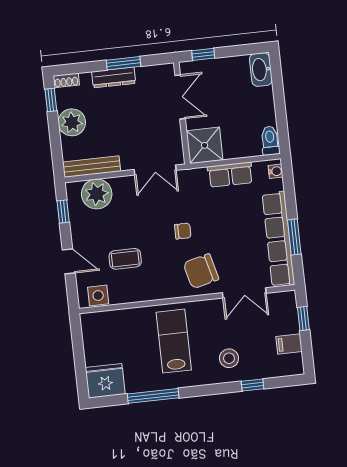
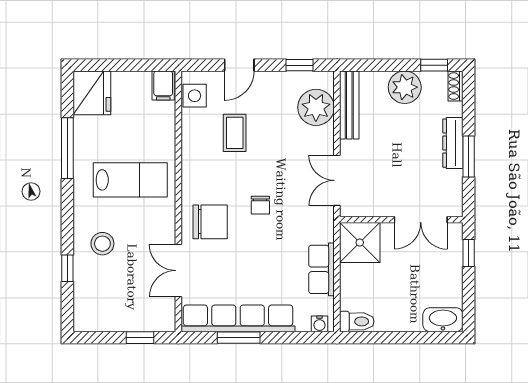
chair: (201, 271) -> (210, 222), turned 104
filing cabinet: (289, 344) -> (163, 85), moved, turned 180

